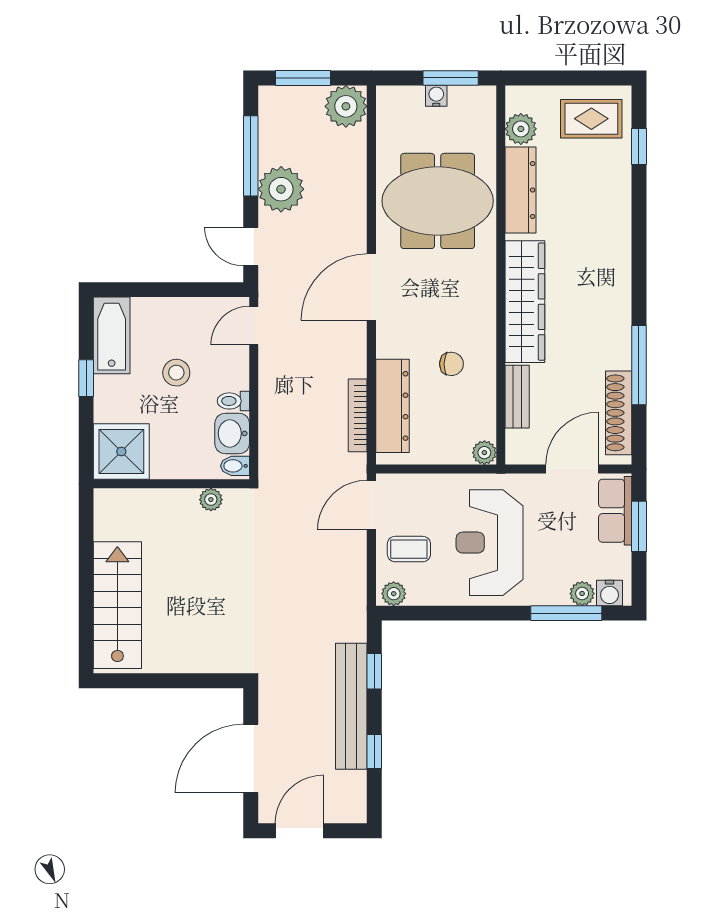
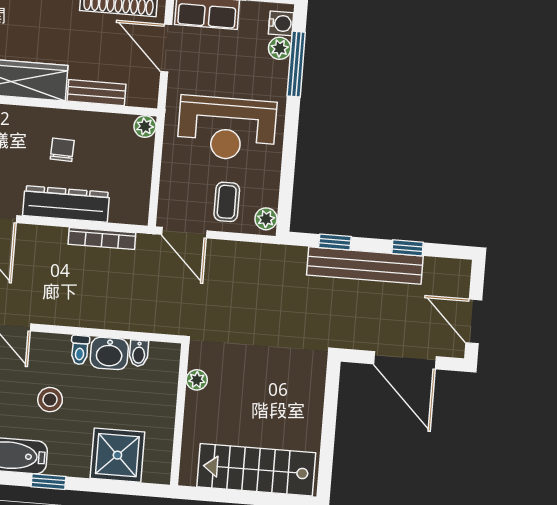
dresser: (392, 406) -> (66, 204), moved
wall: (171, 484) -> (180, 414), moved
plant: (211, 500) -> (197, 380), moved

